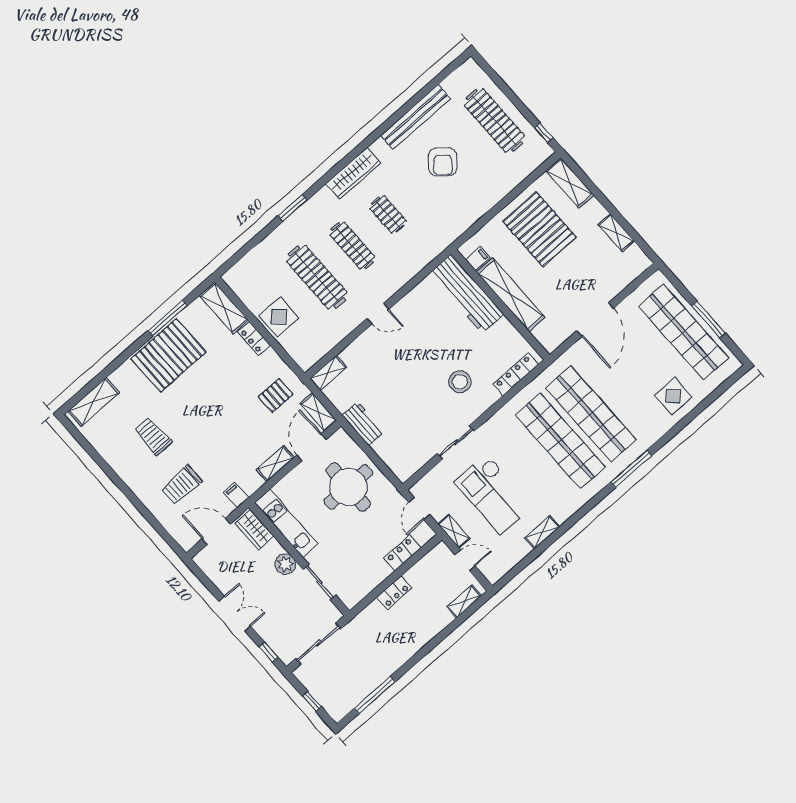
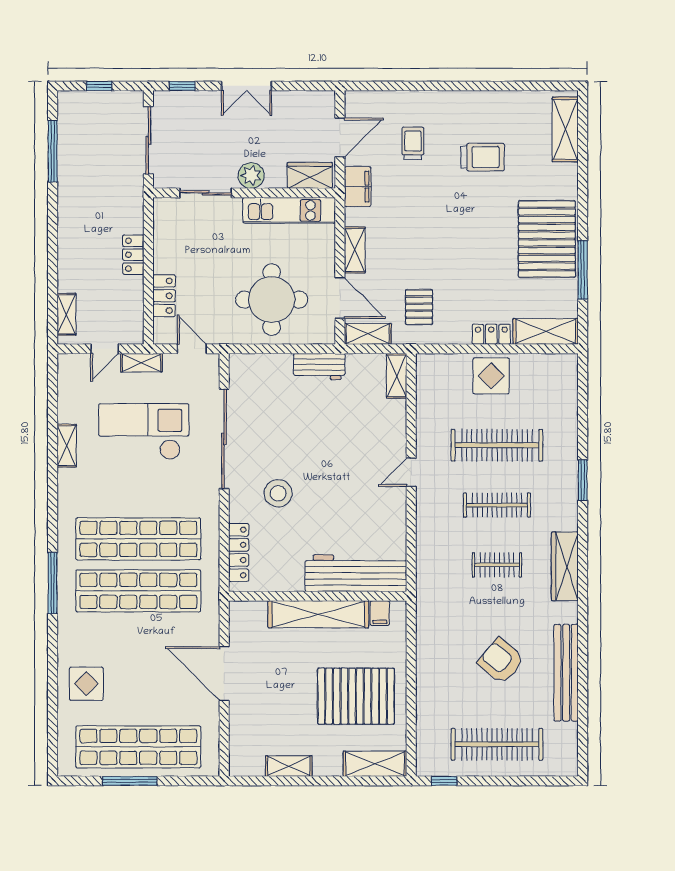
sliding door: (456, 442) -> (224, 439), width x1.86
trolley: (182, 485) -> (413, 143), width x0.73, depth x0.72
filing cabinet: (236, 495) -> (358, 187), width x2.00

